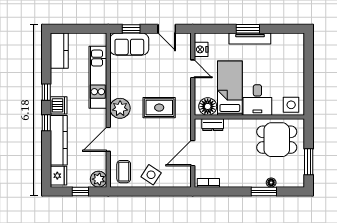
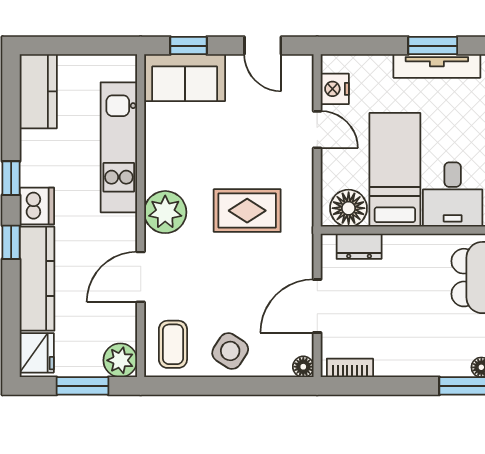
floor lamp: (186, 182) -> (303, 367), added
window: (80, 191) -> (83, 386), width x1.50

